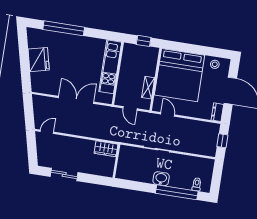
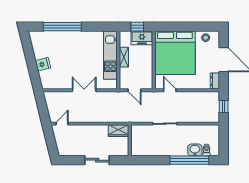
freezer: (147, 54) -> (142, 38), added
fridge: (39, 60) -> (43, 64), width x0.53, depth x0.75
shelving: (148, 88) -> (124, 57), moved
double door: (76, 100) -> (84, 90), width x0.73
sliding door: (64, 174) -> (97, 160), moved
washbasin: (161, 179) -> (195, 150), moved

